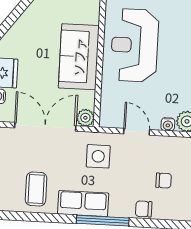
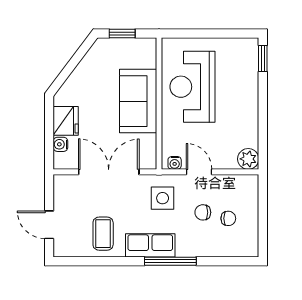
plant: (85, 118) -> (148, 161), removed
water cooler: (168, 124) -> (175, 163), moved
chair: (144, 209) -> (203, 212), moved

